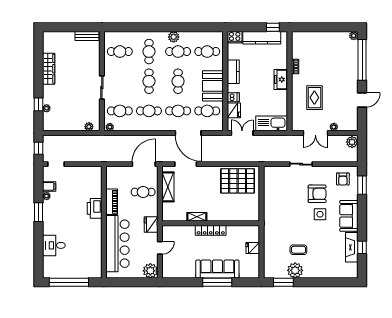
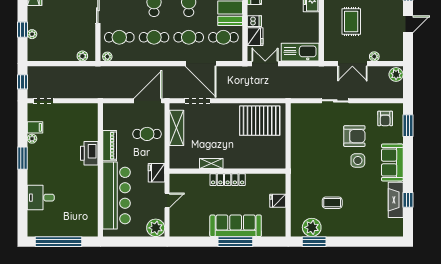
plant: (295, 270) -> (312, 227), moved

